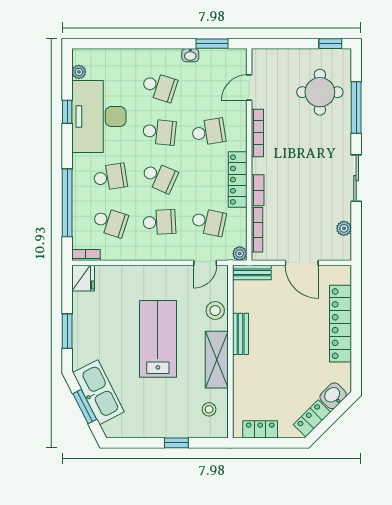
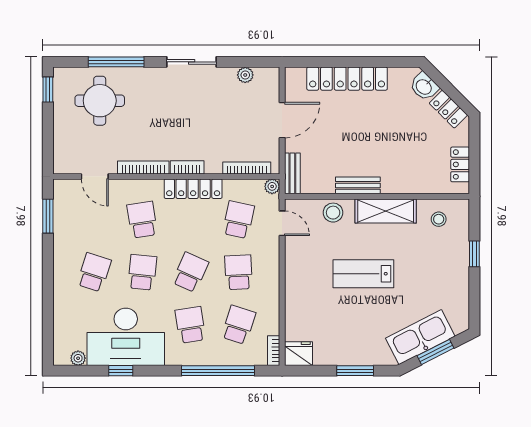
washbasin: (190, 55) -> (60, 239), removed
bookcase: (258, 190) -> (187, 167), moved
lab bench: (158, 339) -> (363, 274), width x0.73, depth x0.72

